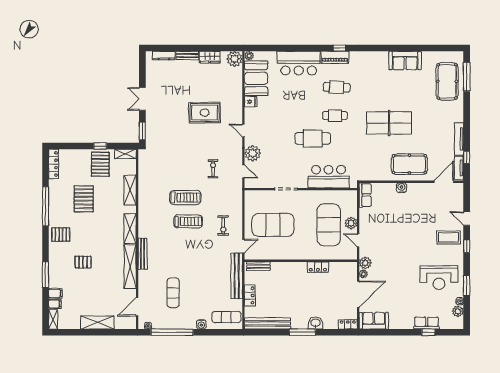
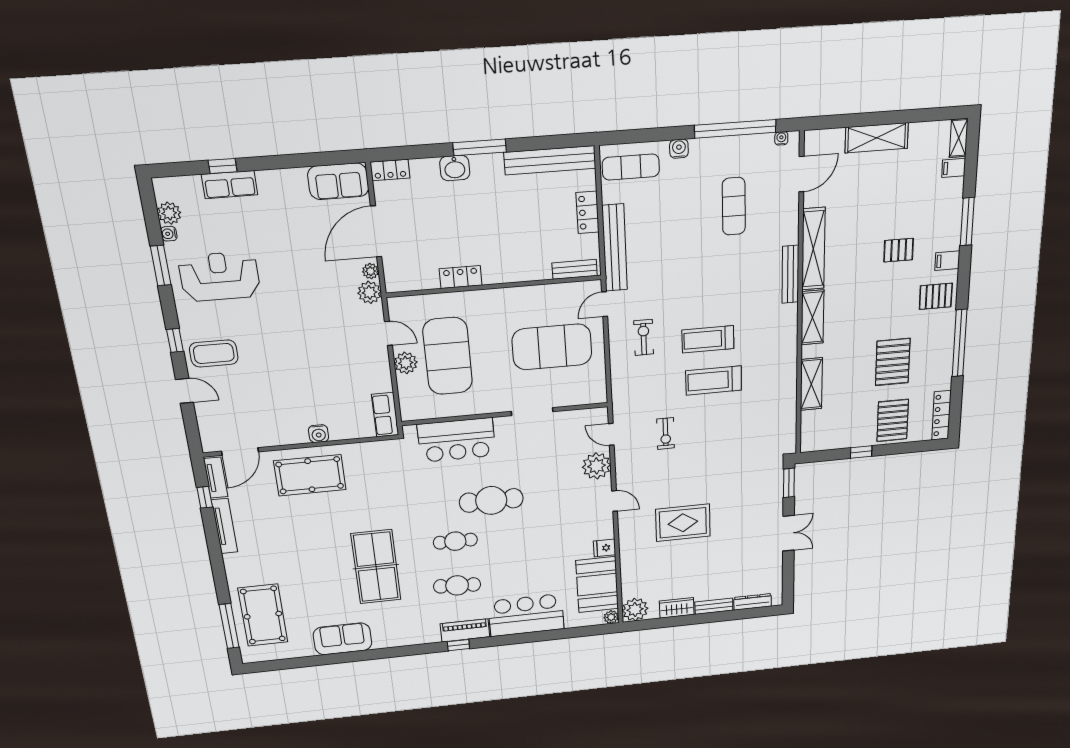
table tennis table: (389, 123) -> (376, 567), moved, turned 90
shelving: (125, 154) -> (818, 443), removed
pallet: (100, 164) -> (893, 420), moved
filing cabinet: (55, 293) -> (947, 261), moved

